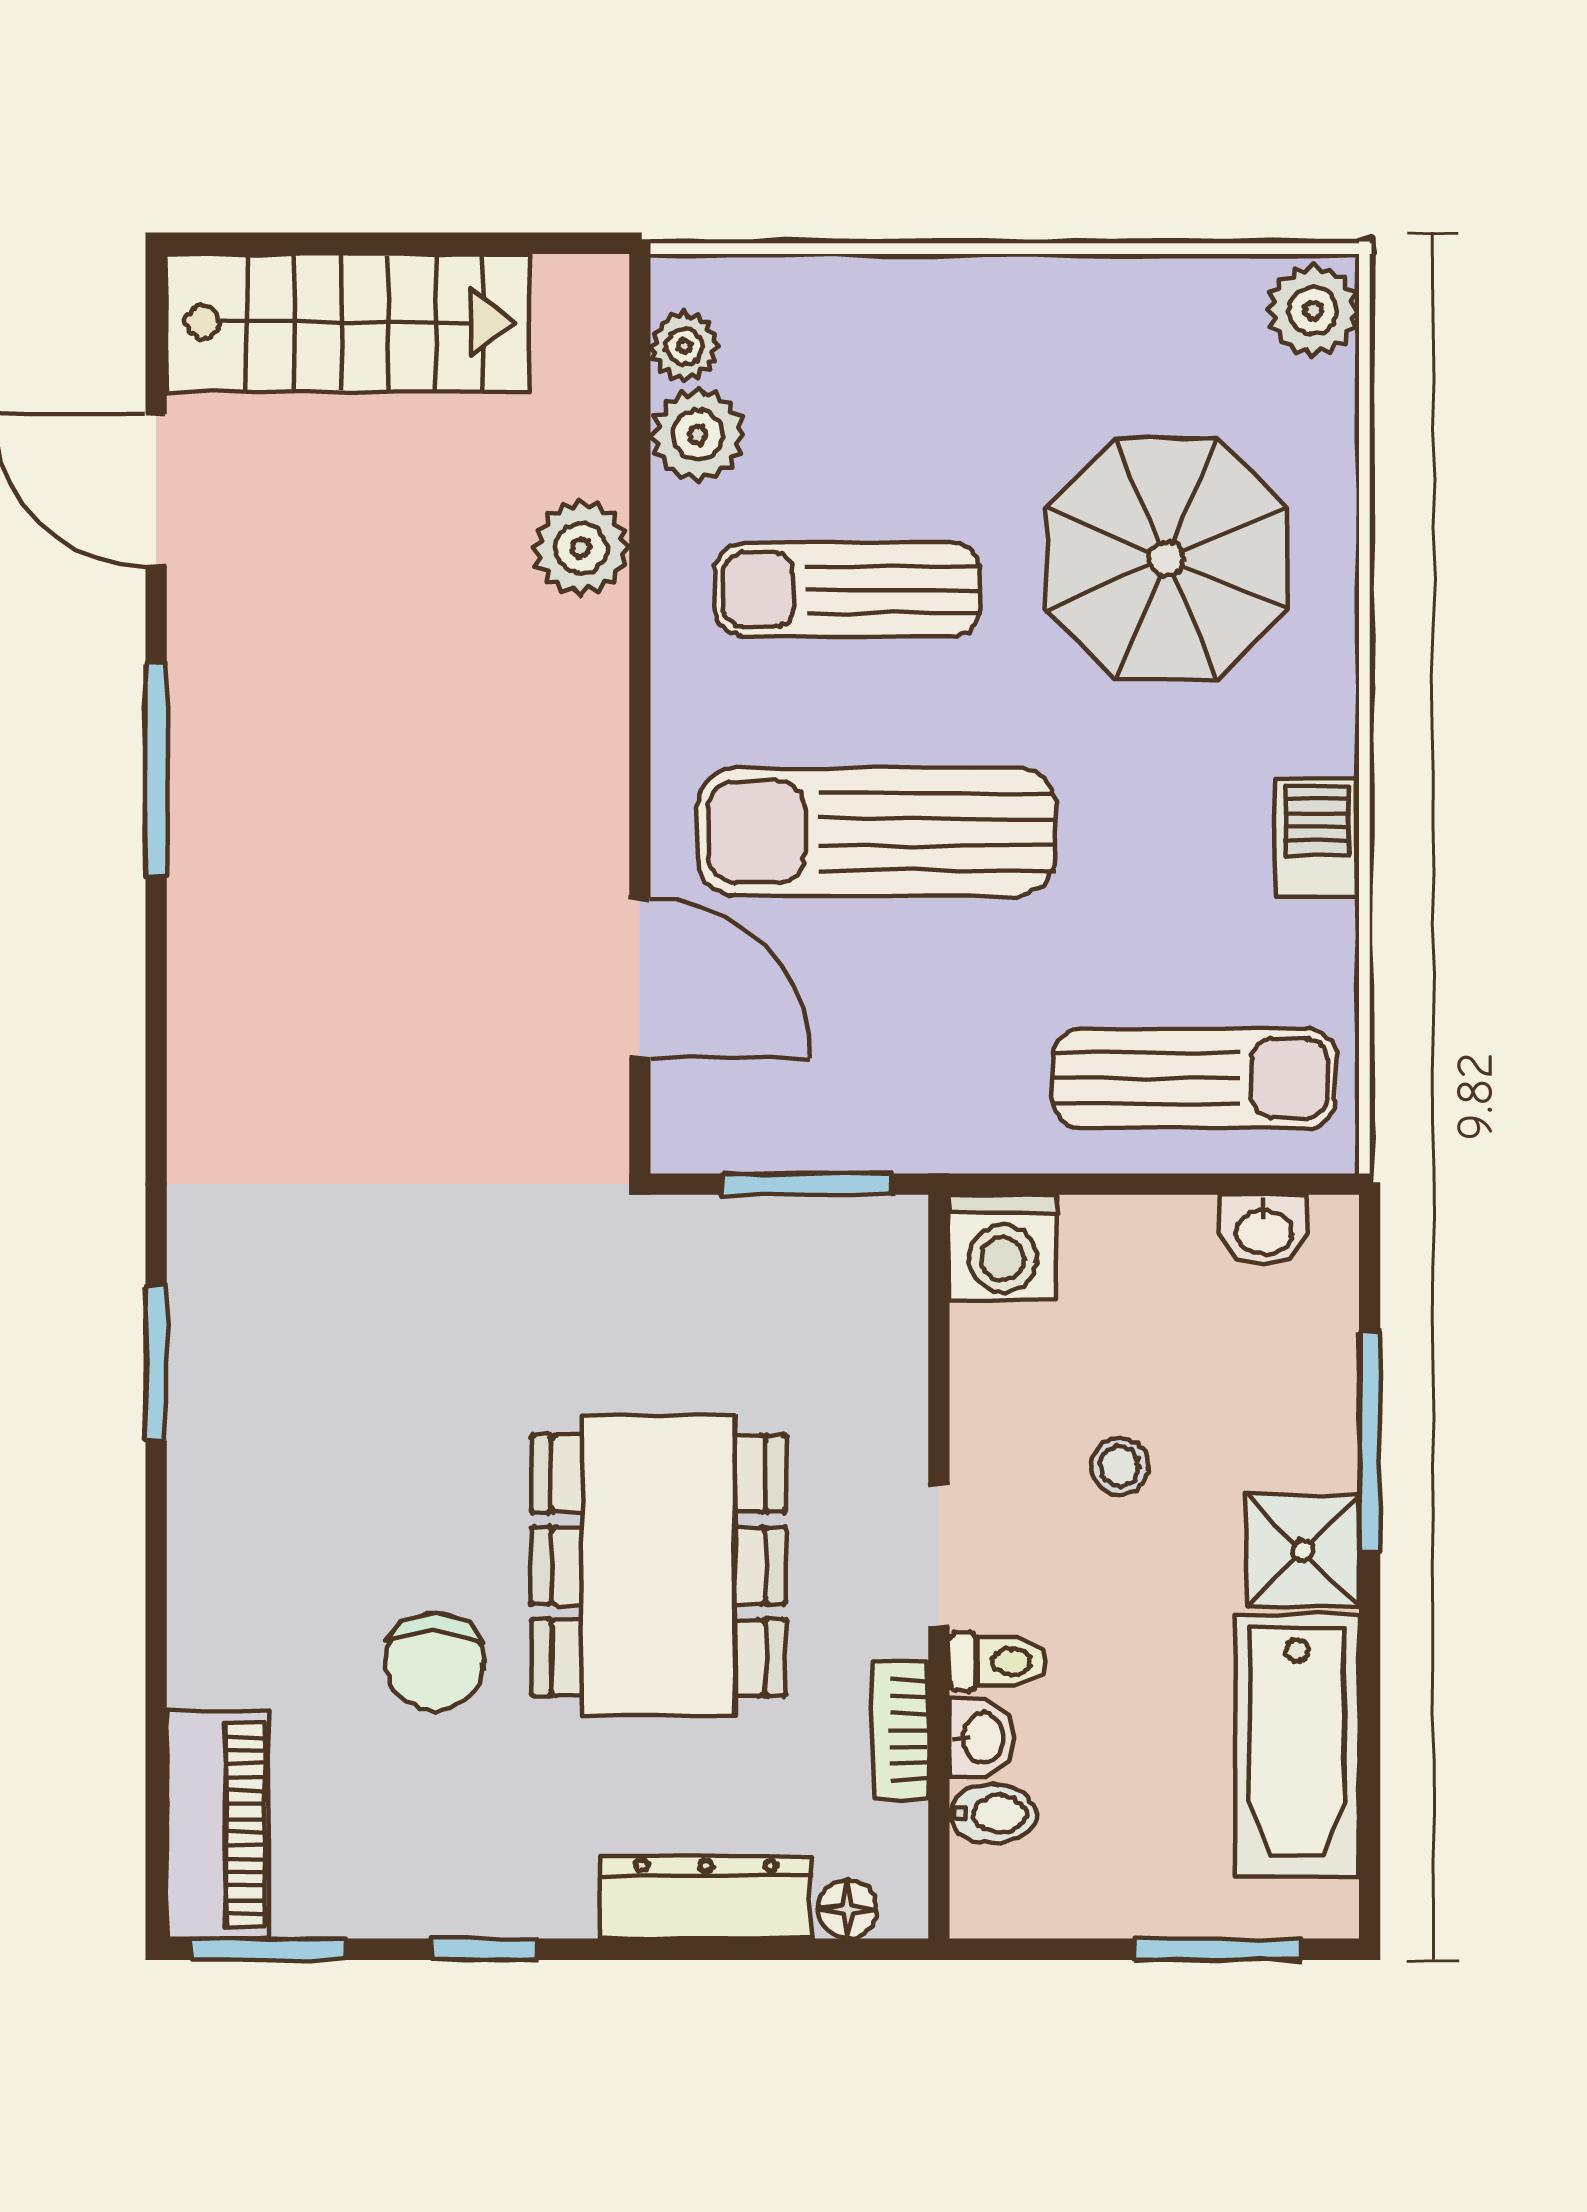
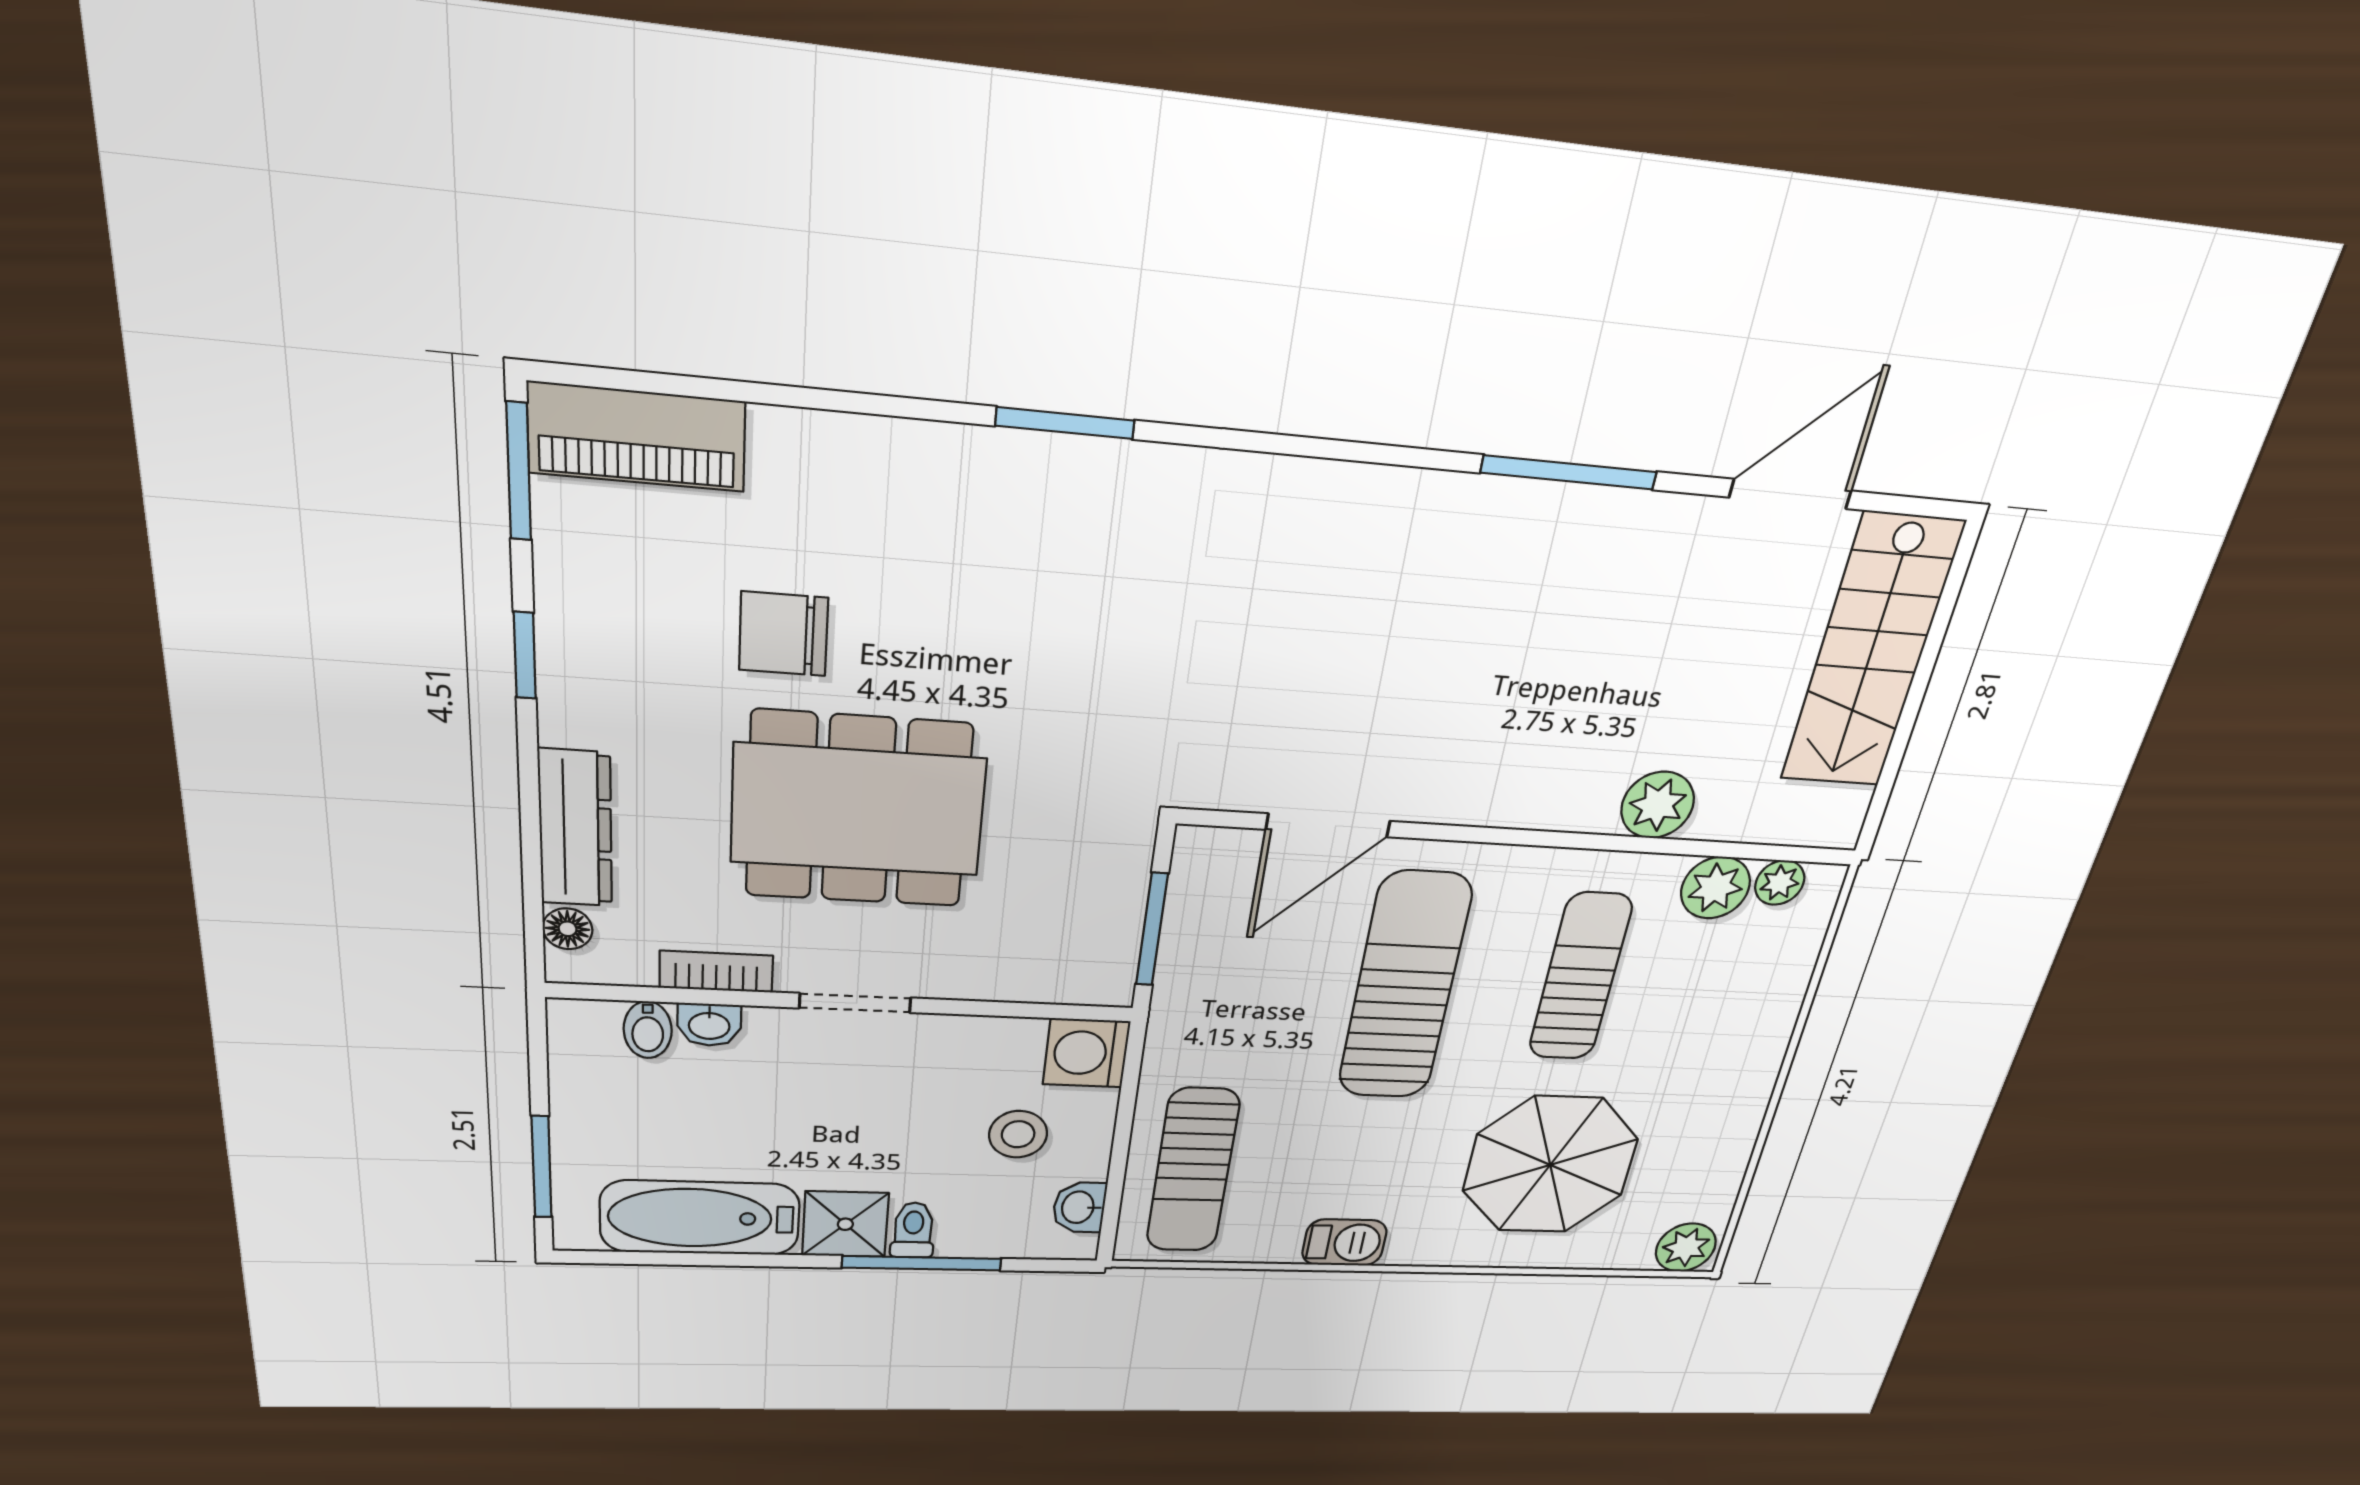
stool: (1120, 1466) -> (1018, 1134), moved, width x1.37, depth x1.37
toilet: (998, 1661) -> (913, 1230), moved, turned 180

